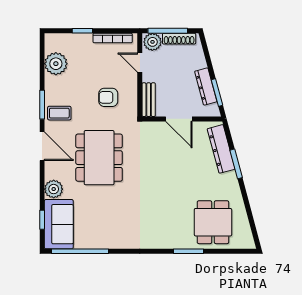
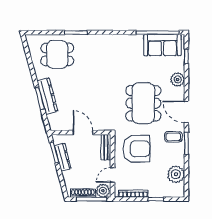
door: (140, 63) -> (113, 175), swing flipped
armchair: (108, 97) -> (136, 149), width x1.88, depth x1.88
dresser: (221, 149) -> (47, 96), moved
dining table: (213, 222) -> (57, 54), turned 90
sofa: (59, 224) -> (162, 45), moved, turned -90

